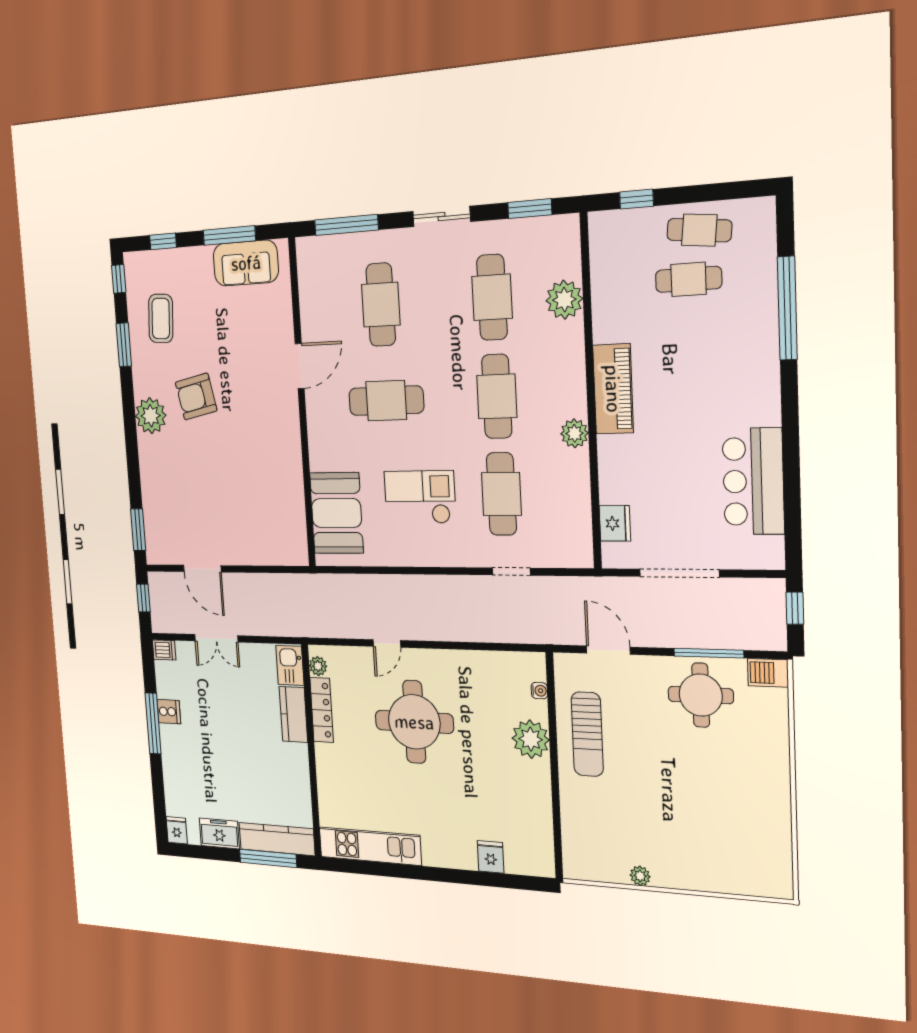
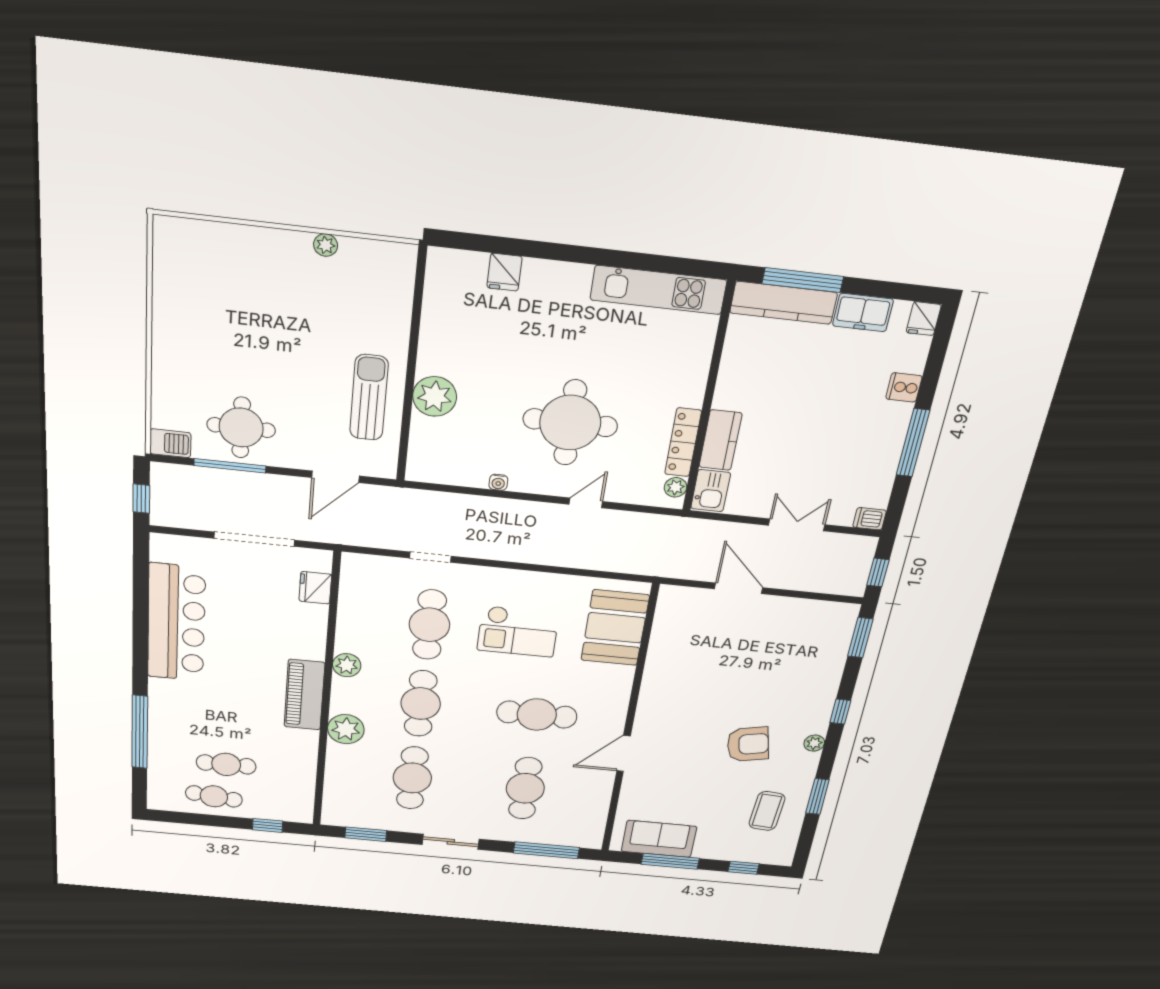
window: (119, 279) -> (840, 712), moved
plant: (564, 300) -> (346, 729), moved
plant: (151, 416) -> (814, 743), width x0.53, depth x0.53
bar counter: (753, 481) -> (176, 623), width x1.36
door: (202, 569) -> (739, 588), moved
door: (608, 650) -> (335, 477), hinge flipped
water cooler: (539, 691) -> (498, 482), moved, turned -90
cooker: (169, 712) -> (904, 387), moved

